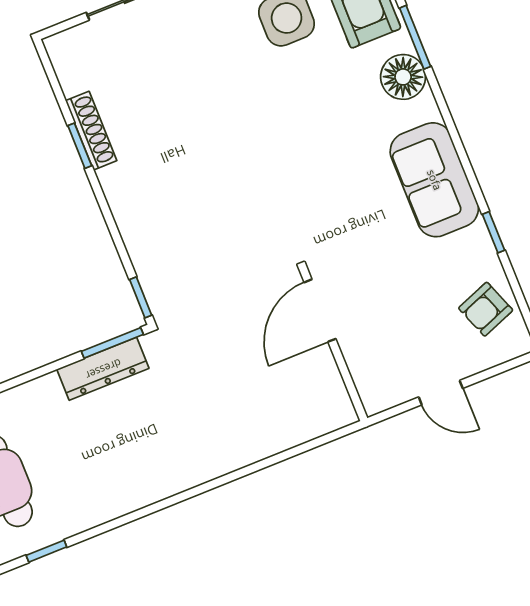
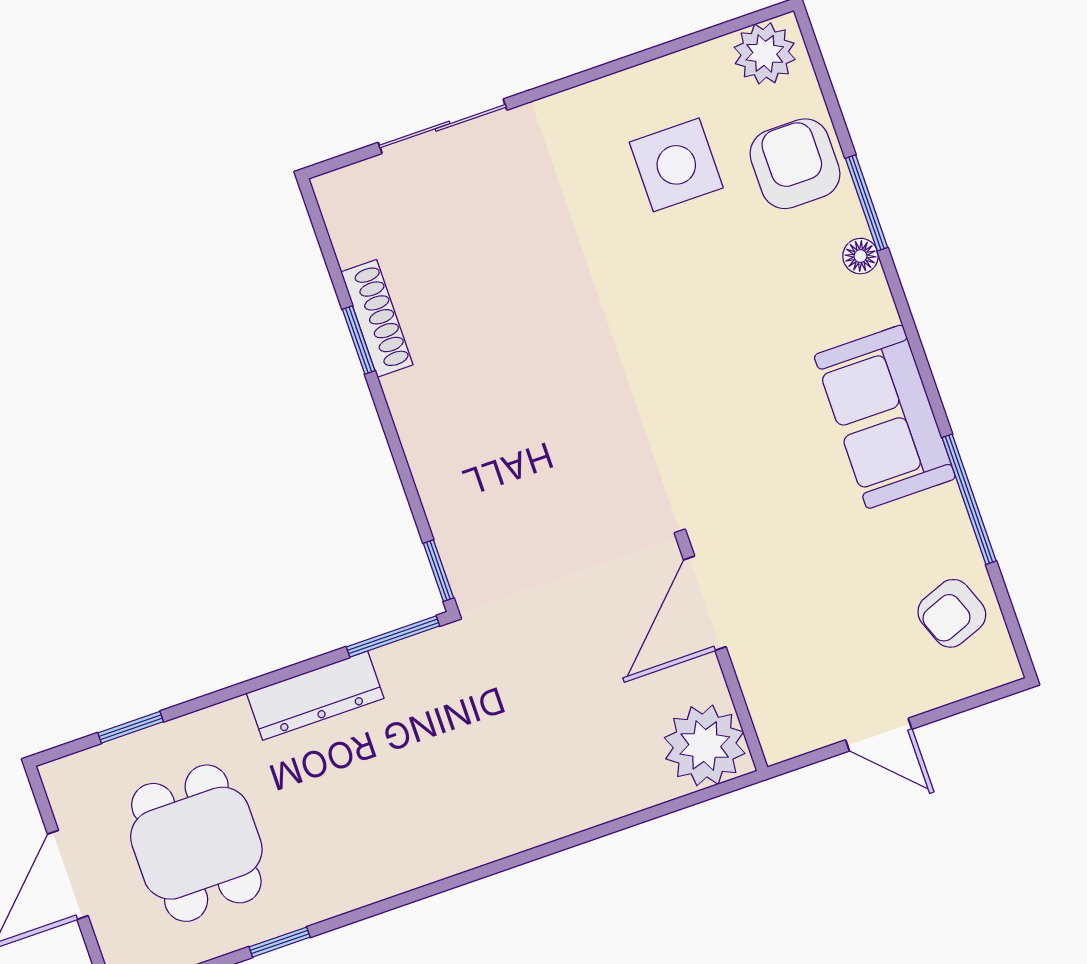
floor lamp: (403, 77) -> (860, 256), width x0.53, depth x0.53
window: (493, 232) -> (969, 499), width x2.17
dresser: (103, 369) -> (315, 696), moved
plant: (325, 406) -> (705, 745), added

